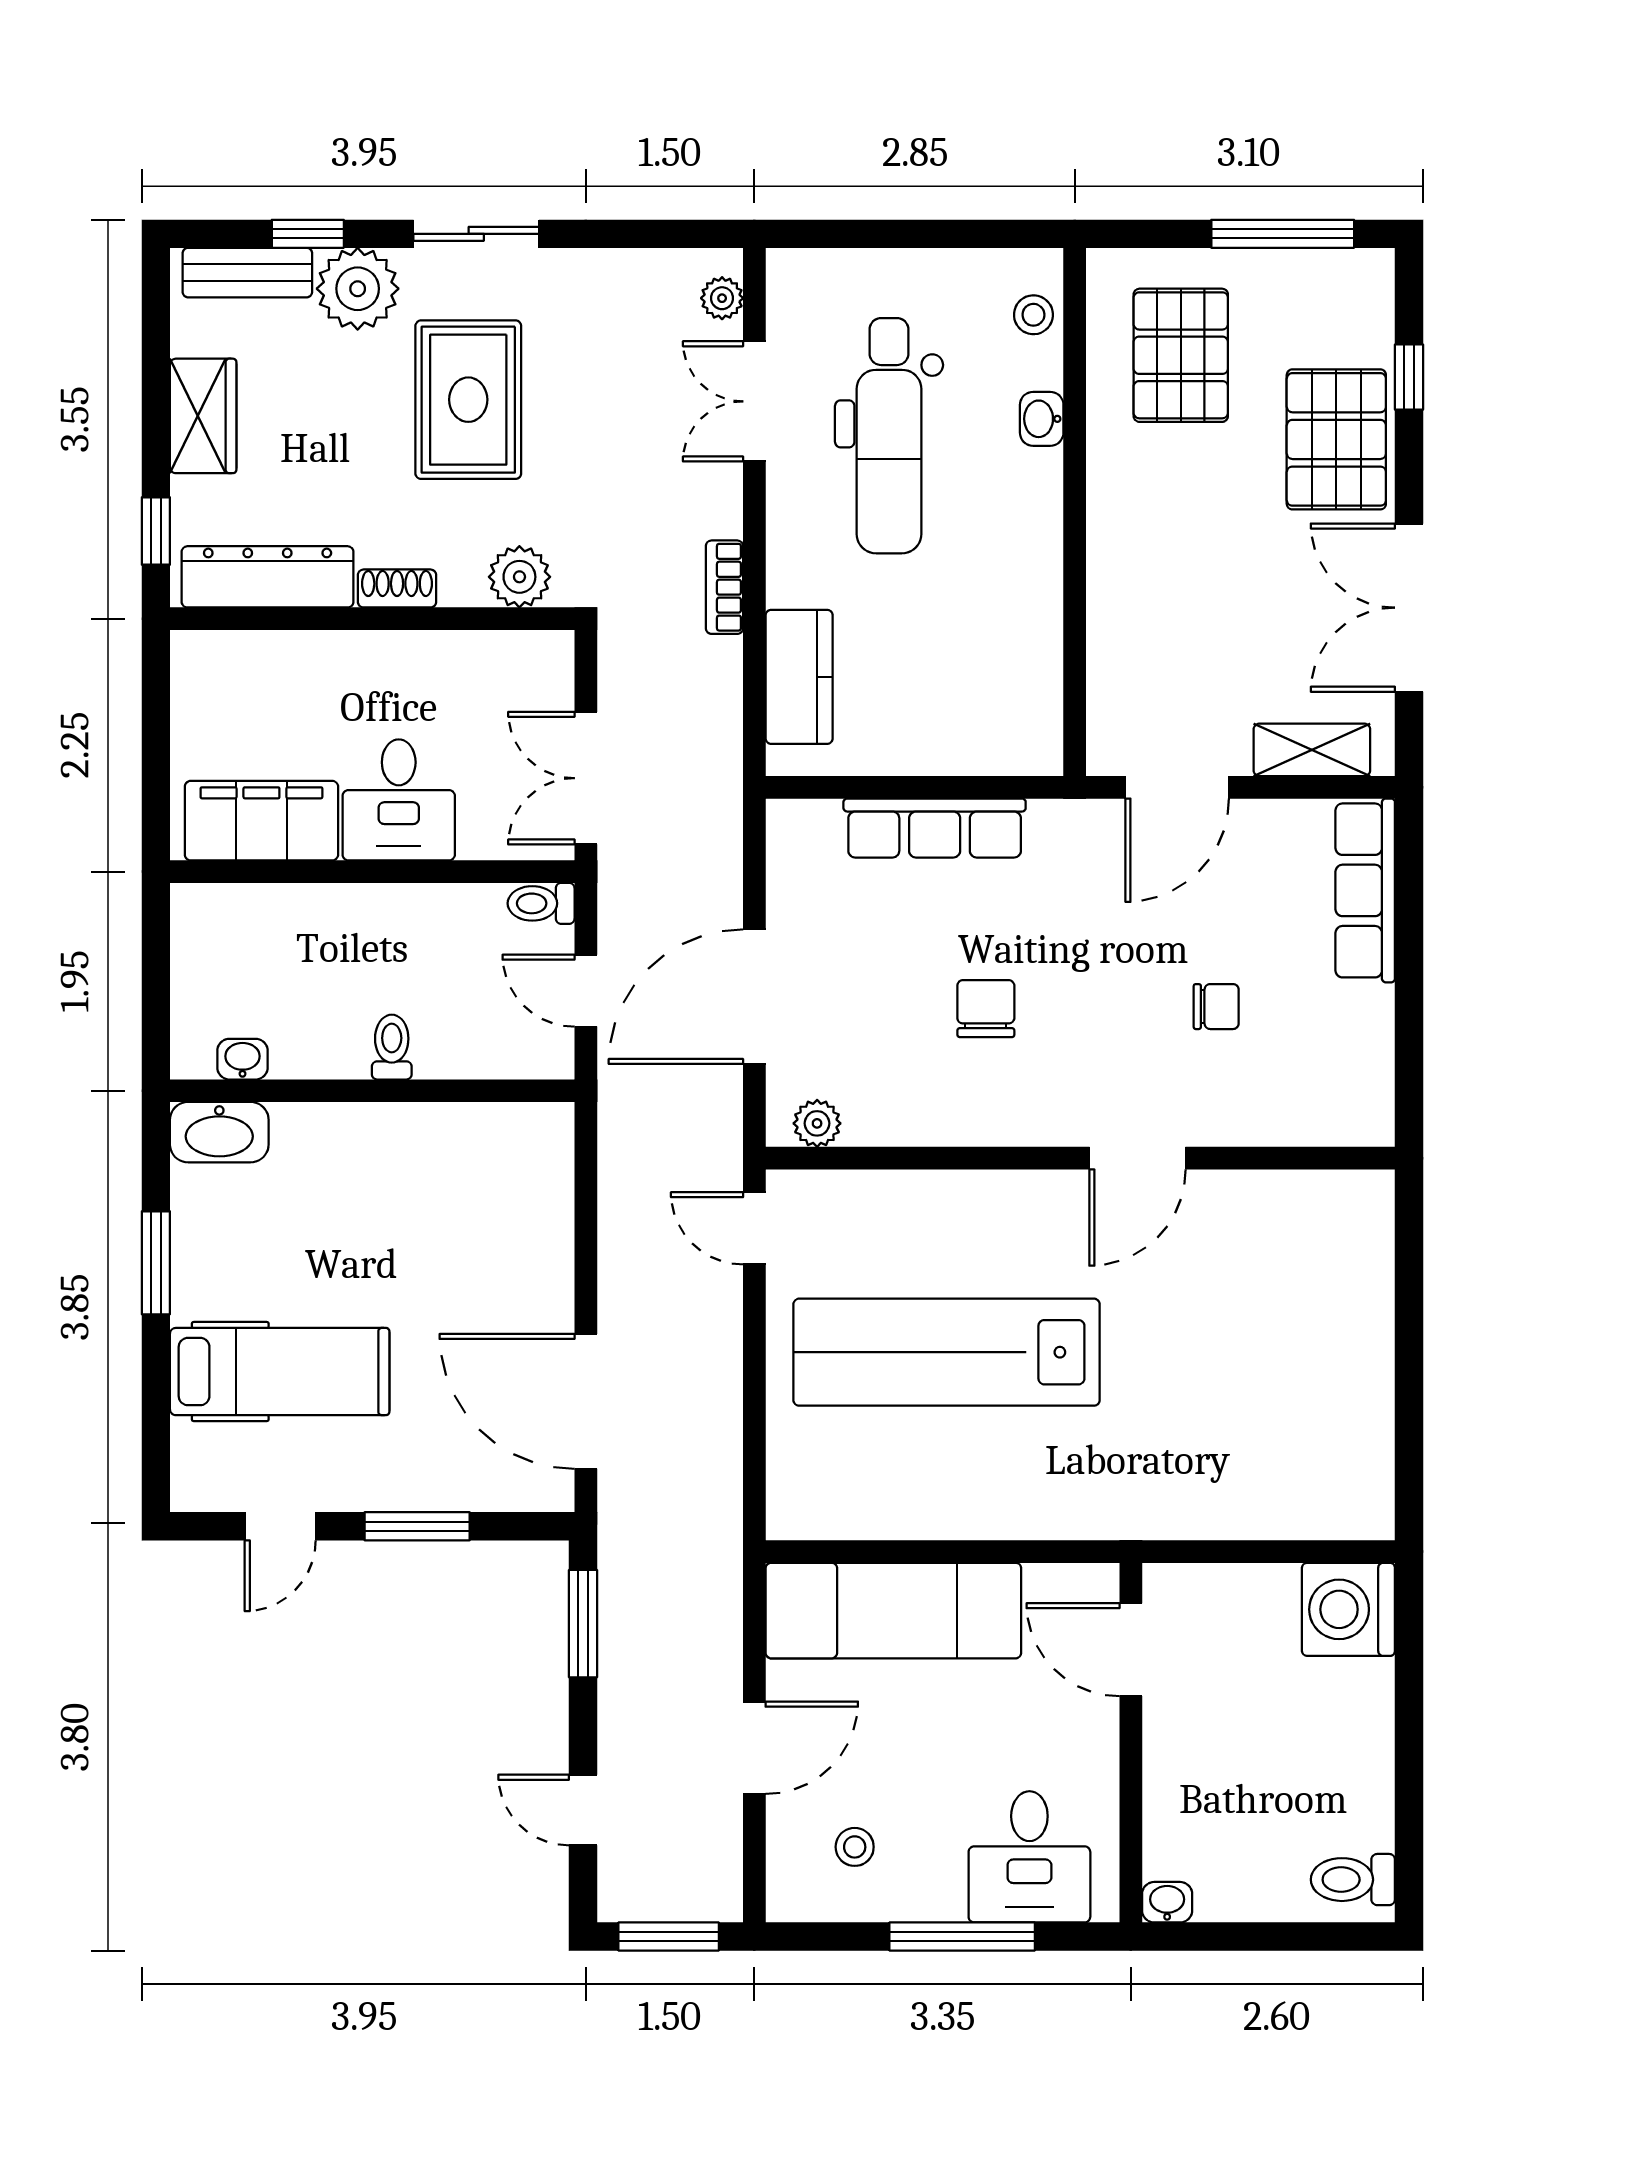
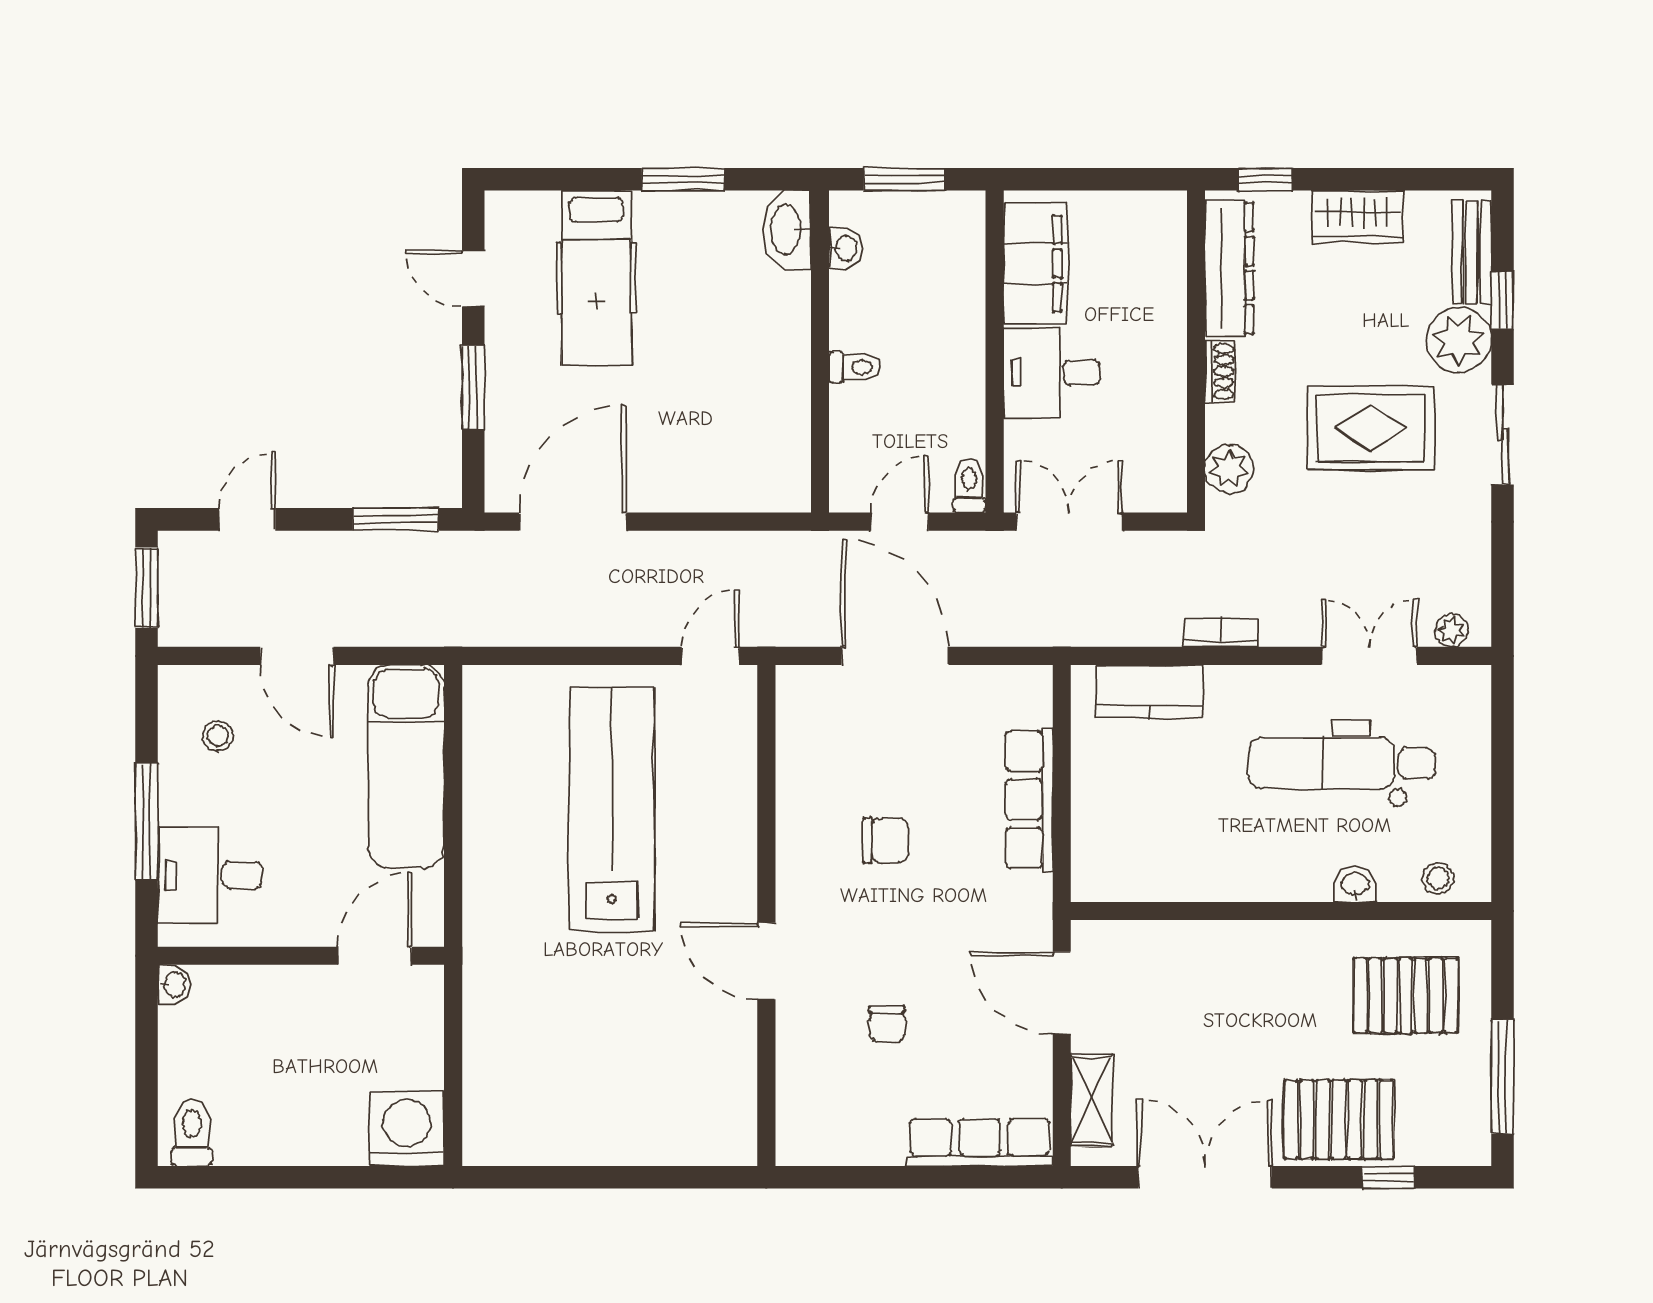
window: (156, 985) -> (904, 179), added
plant: (817, 1123) -> (794, 706), removed

